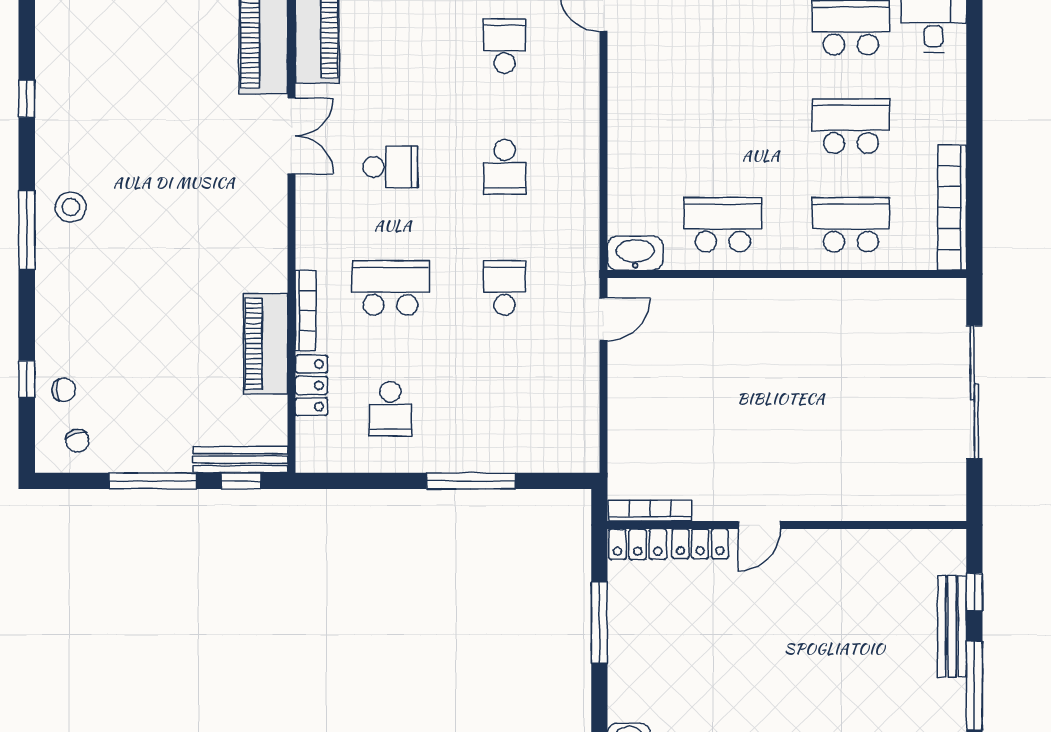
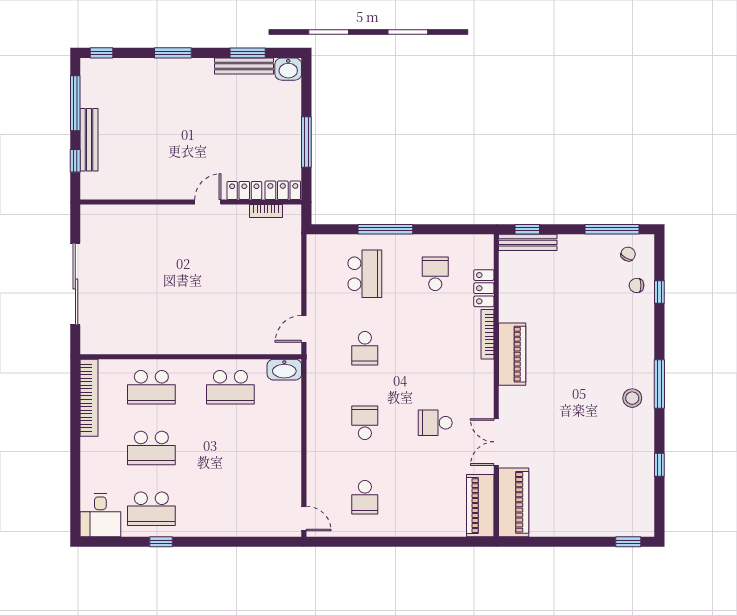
school desk: (390, 288) -> (365, 274), moved, turned -90
piano: (266, 344) -> (512, 354), moved
chair: (78, 441) -> (628, 254), turned 48
window: (153, 481) -> (612, 229), moved
bookcase: (650, 511) -> (266, 211), width x0.64

